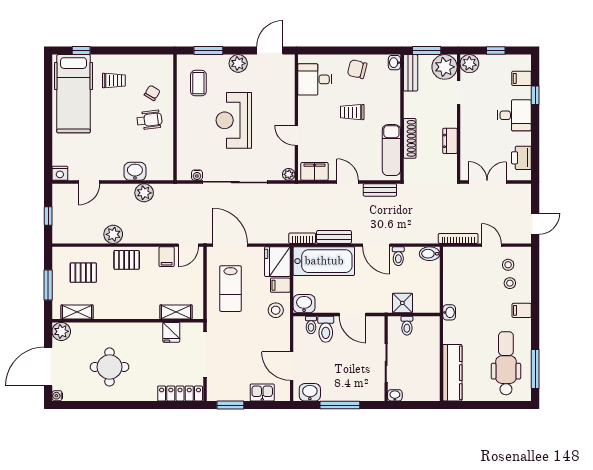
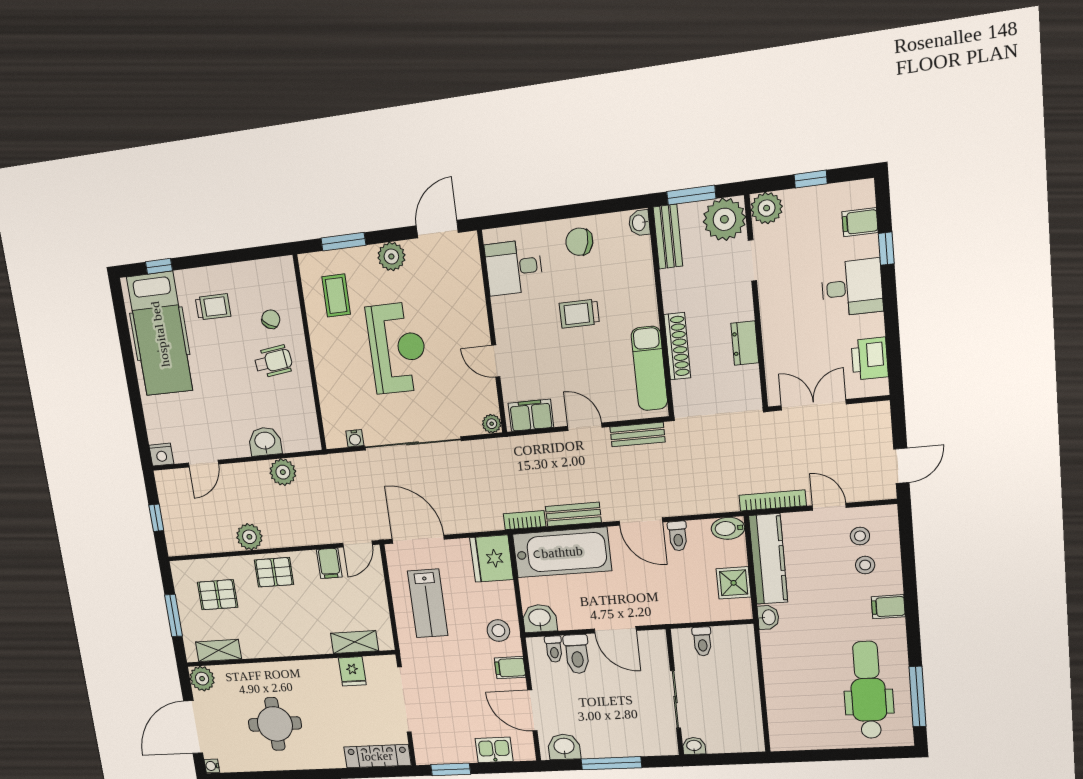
reception desk: (234, 120) -> (397, 348), turned 180
filing cabinet: (280, 285) -> (510, 668), moved
shower: (402, 303) -> (734, 583), moved
kitchen counter: (452, 373) -> (768, 559), moved

